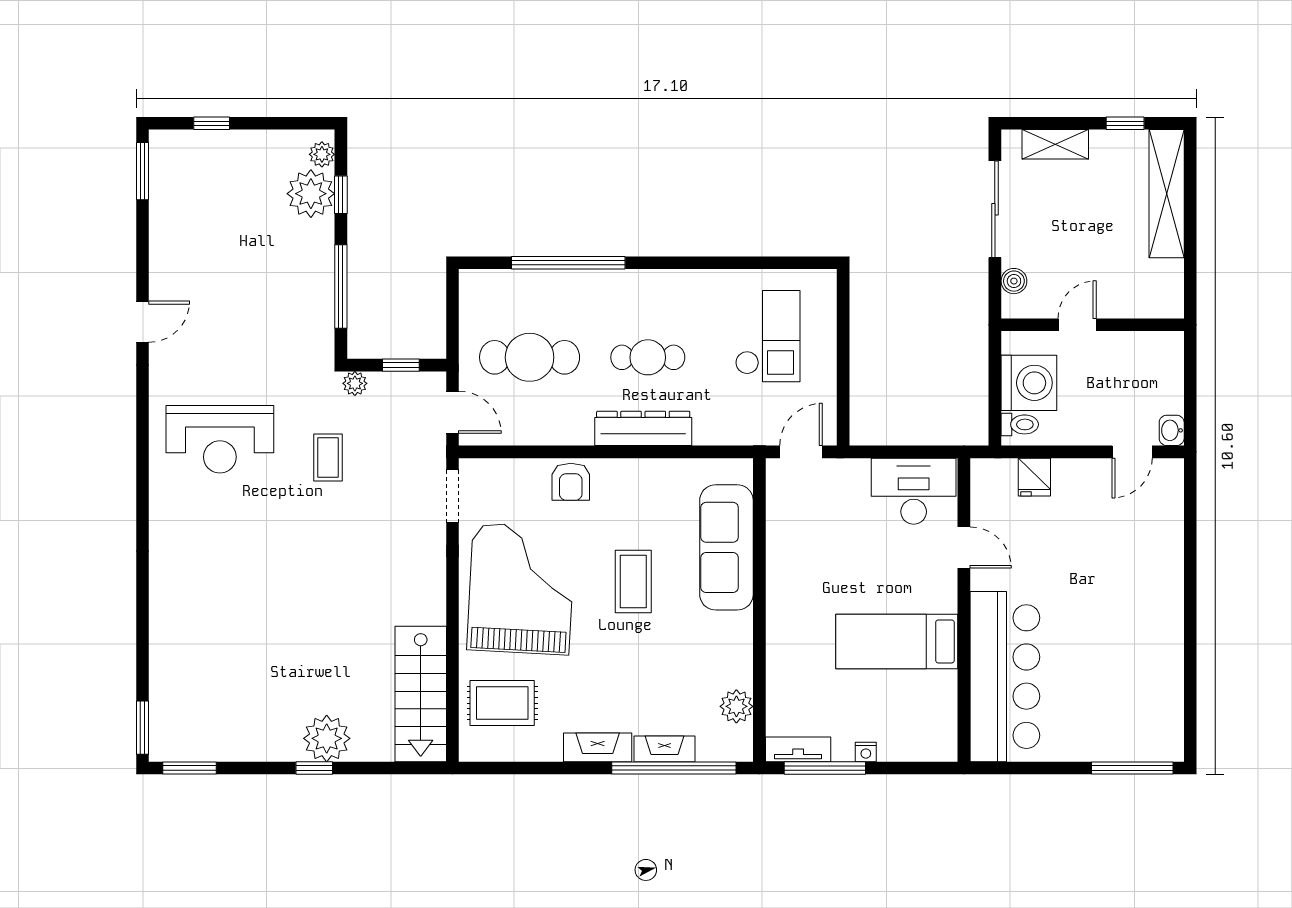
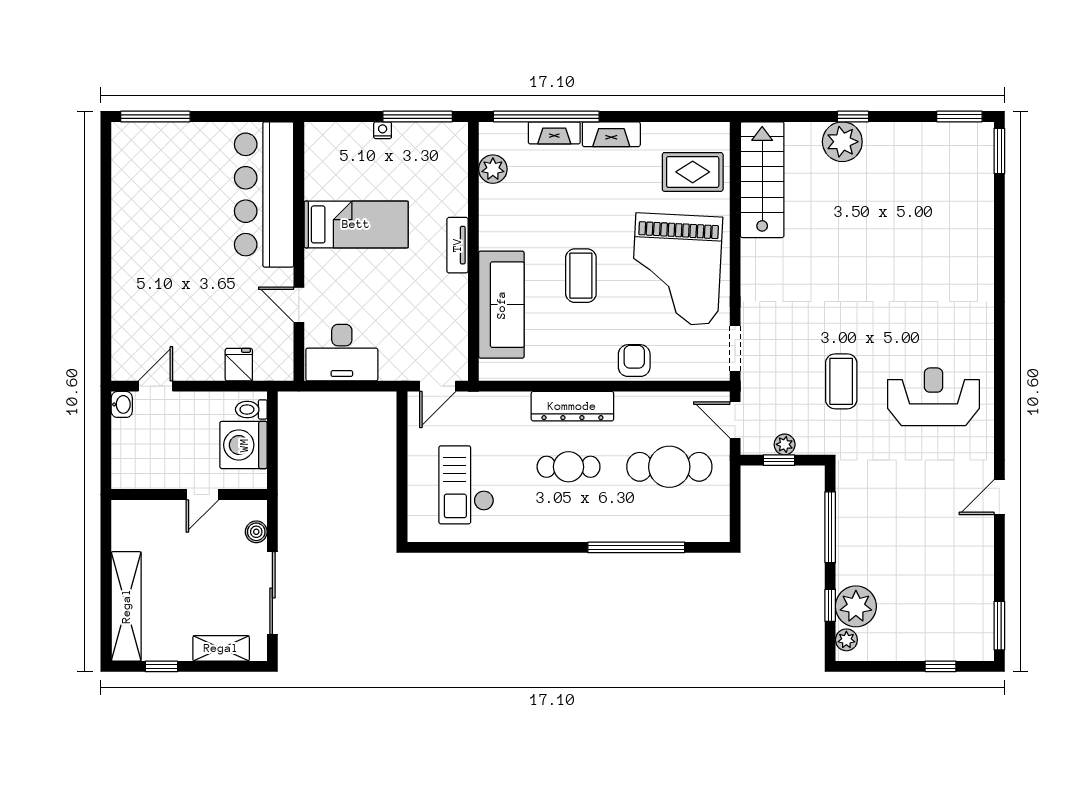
plant: (355, 383) -> (785, 444), moved
coffee table: (328, 457) -> (841, 381), width x1.36, depth x1.30
tv unit: (798, 749) -> (457, 245), moved, turned 90

